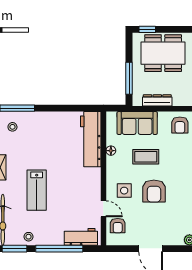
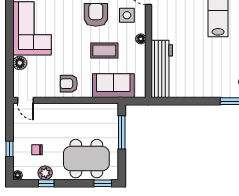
dresser: (157, 100) -> (92, 109), removed
armchair: (180, 125) -> (69, 84), turned -90
floor lamp: (111, 151) -> (141, 39), moved

